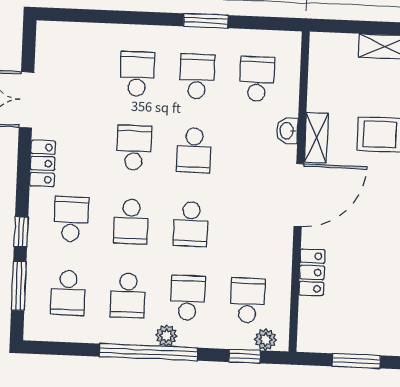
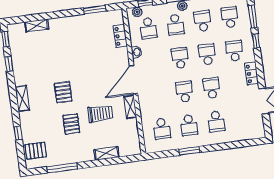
washbasin: (287, 131) -> (137, 52), moved
school desk: (134, 148) -> (212, 88), turned 180
school desk: (71, 219) -> (234, 51), turned 180
locker: (312, 272) -> (120, 36), moved

